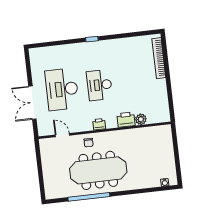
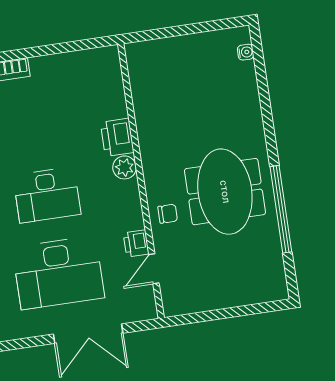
plant: (141, 119) -> (125, 167), moved
printer: (99, 124) -> (136, 243), moved
meeting table: (98, 170) -> (225, 192), width x0.73

